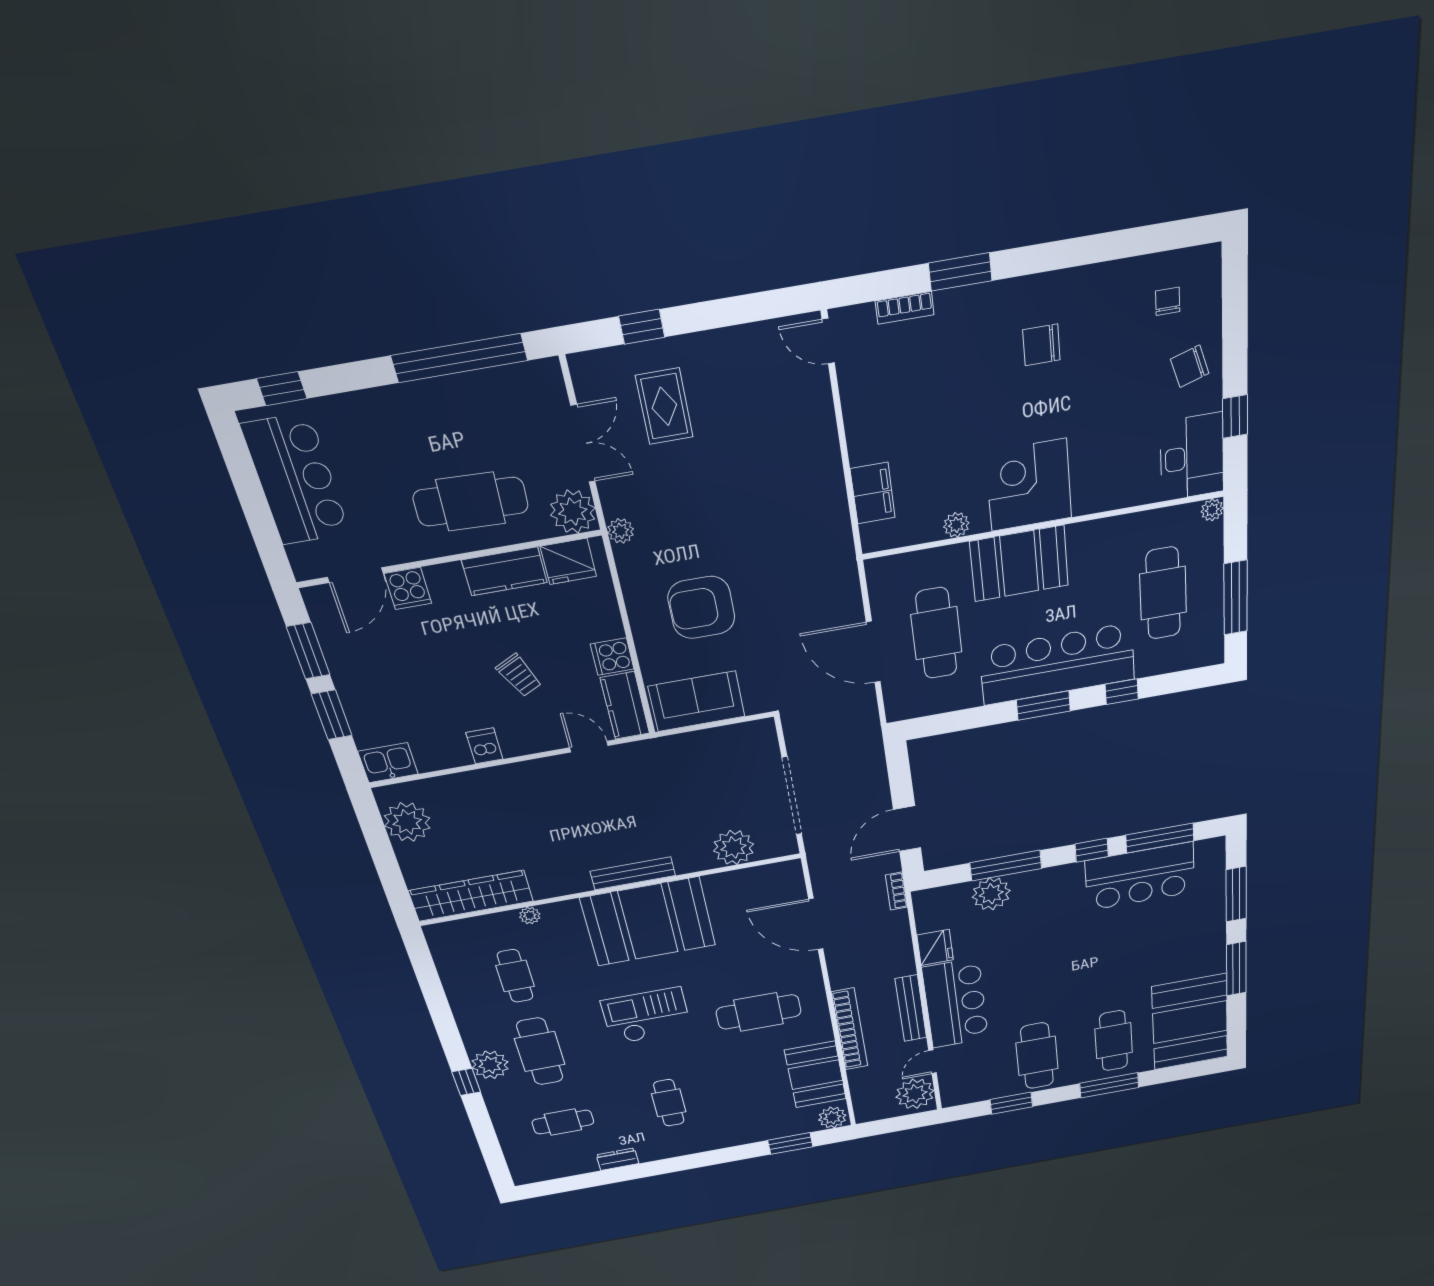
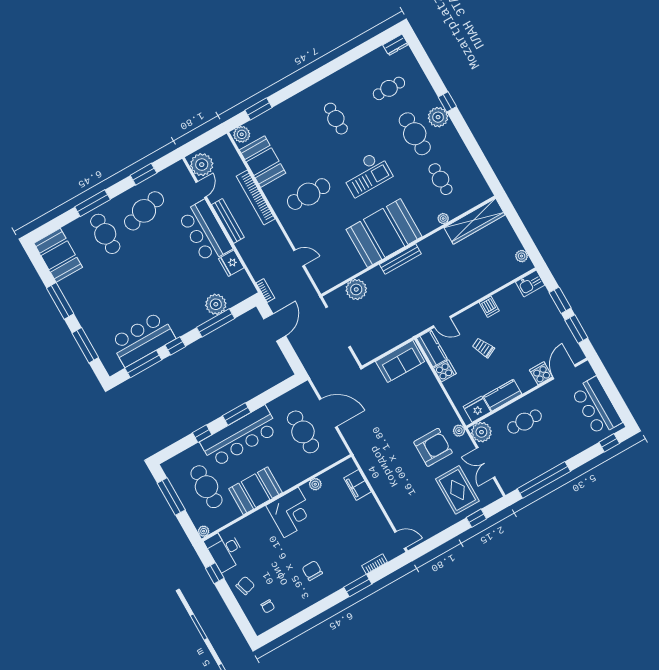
chair: (1041, 345) -> (312, 571), turned -90
rug: (664, 406) -> (457, 490), width x1.36, depth x1.43
cafe table: (471, 502) -> (525, 422), width x0.73, depth x0.74
booth: (1019, 564) -> (255, 491), moved
armchair: (701, 608) -> (433, 447), moved
plant: (407, 822) -> (522, 256), width x0.53, depth x0.53
door: (816, 924) -> (299, 258), width x0.53
booth: (1190, 1022) -> (58, 255), width x0.73, depth x0.70
cafe table: (1037, 1056) -> (144, 211), turned 75
dresser: (618, 1159) -> (396, 45), moved

